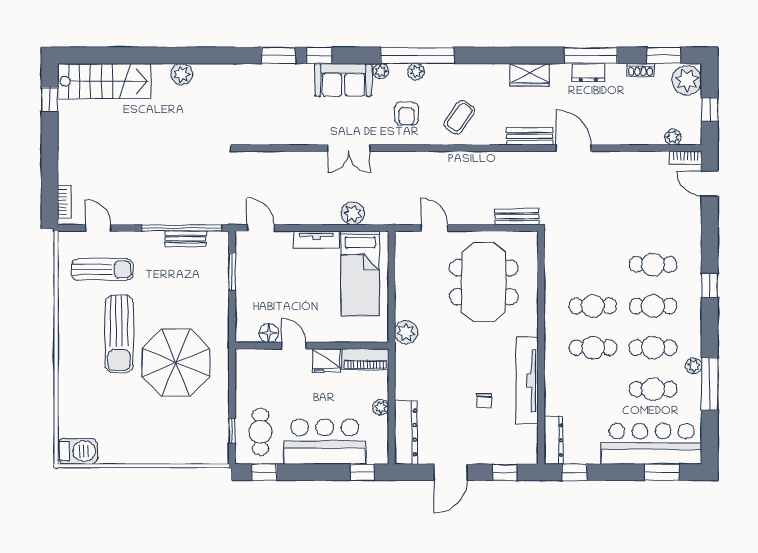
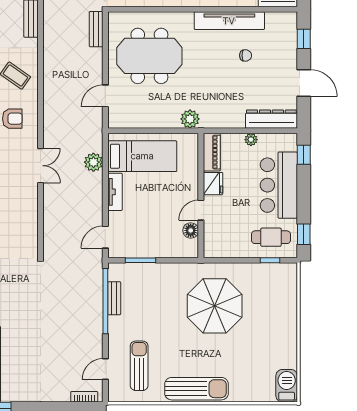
sun lounger: (119, 334) -> (197, 389), moved

